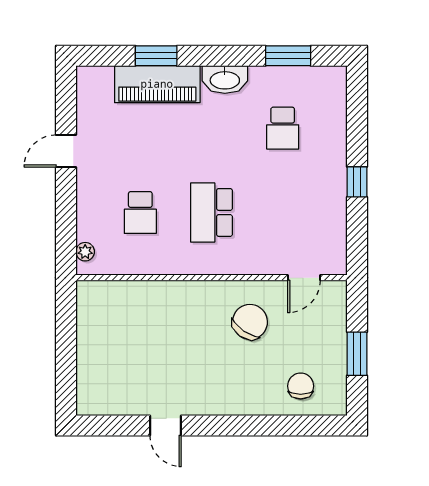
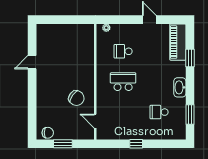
piano: (157, 84) -> (178, 42), moved
chair: (301, 386) -> (48, 133), moved

